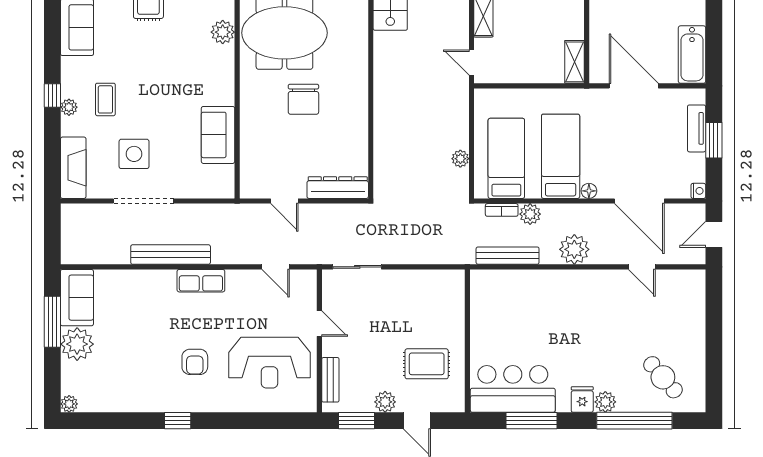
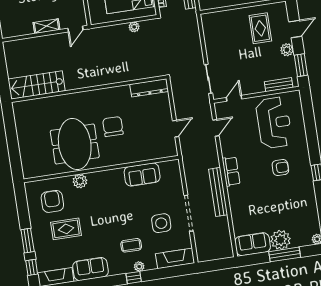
chair: (303, 99) -> (113, 127), turned -90
dresser: (338, 188) -> (149, 88), moved, turned -90
window: (52, 322) -> (285, 254), moved
door: (319, 324) -> (234, 98), moved

